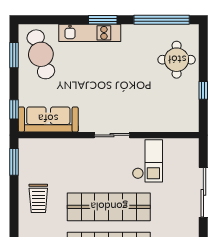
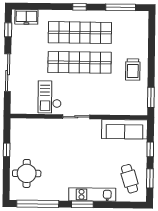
cafe table: (41, 54) -> (130, 179), width x0.73, depth x0.74
window: (14, 109) -> (150, 149), moved
trolley: (38, 198) -> (133, 69), turned 180

